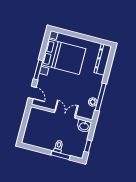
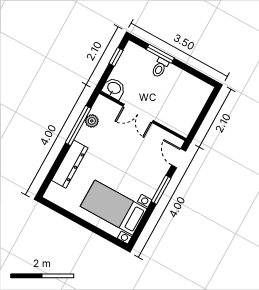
bed with nightstands: (64, 57) -> (114, 208), width x0.73
dresser: (103, 59) -> (70, 164), moved

